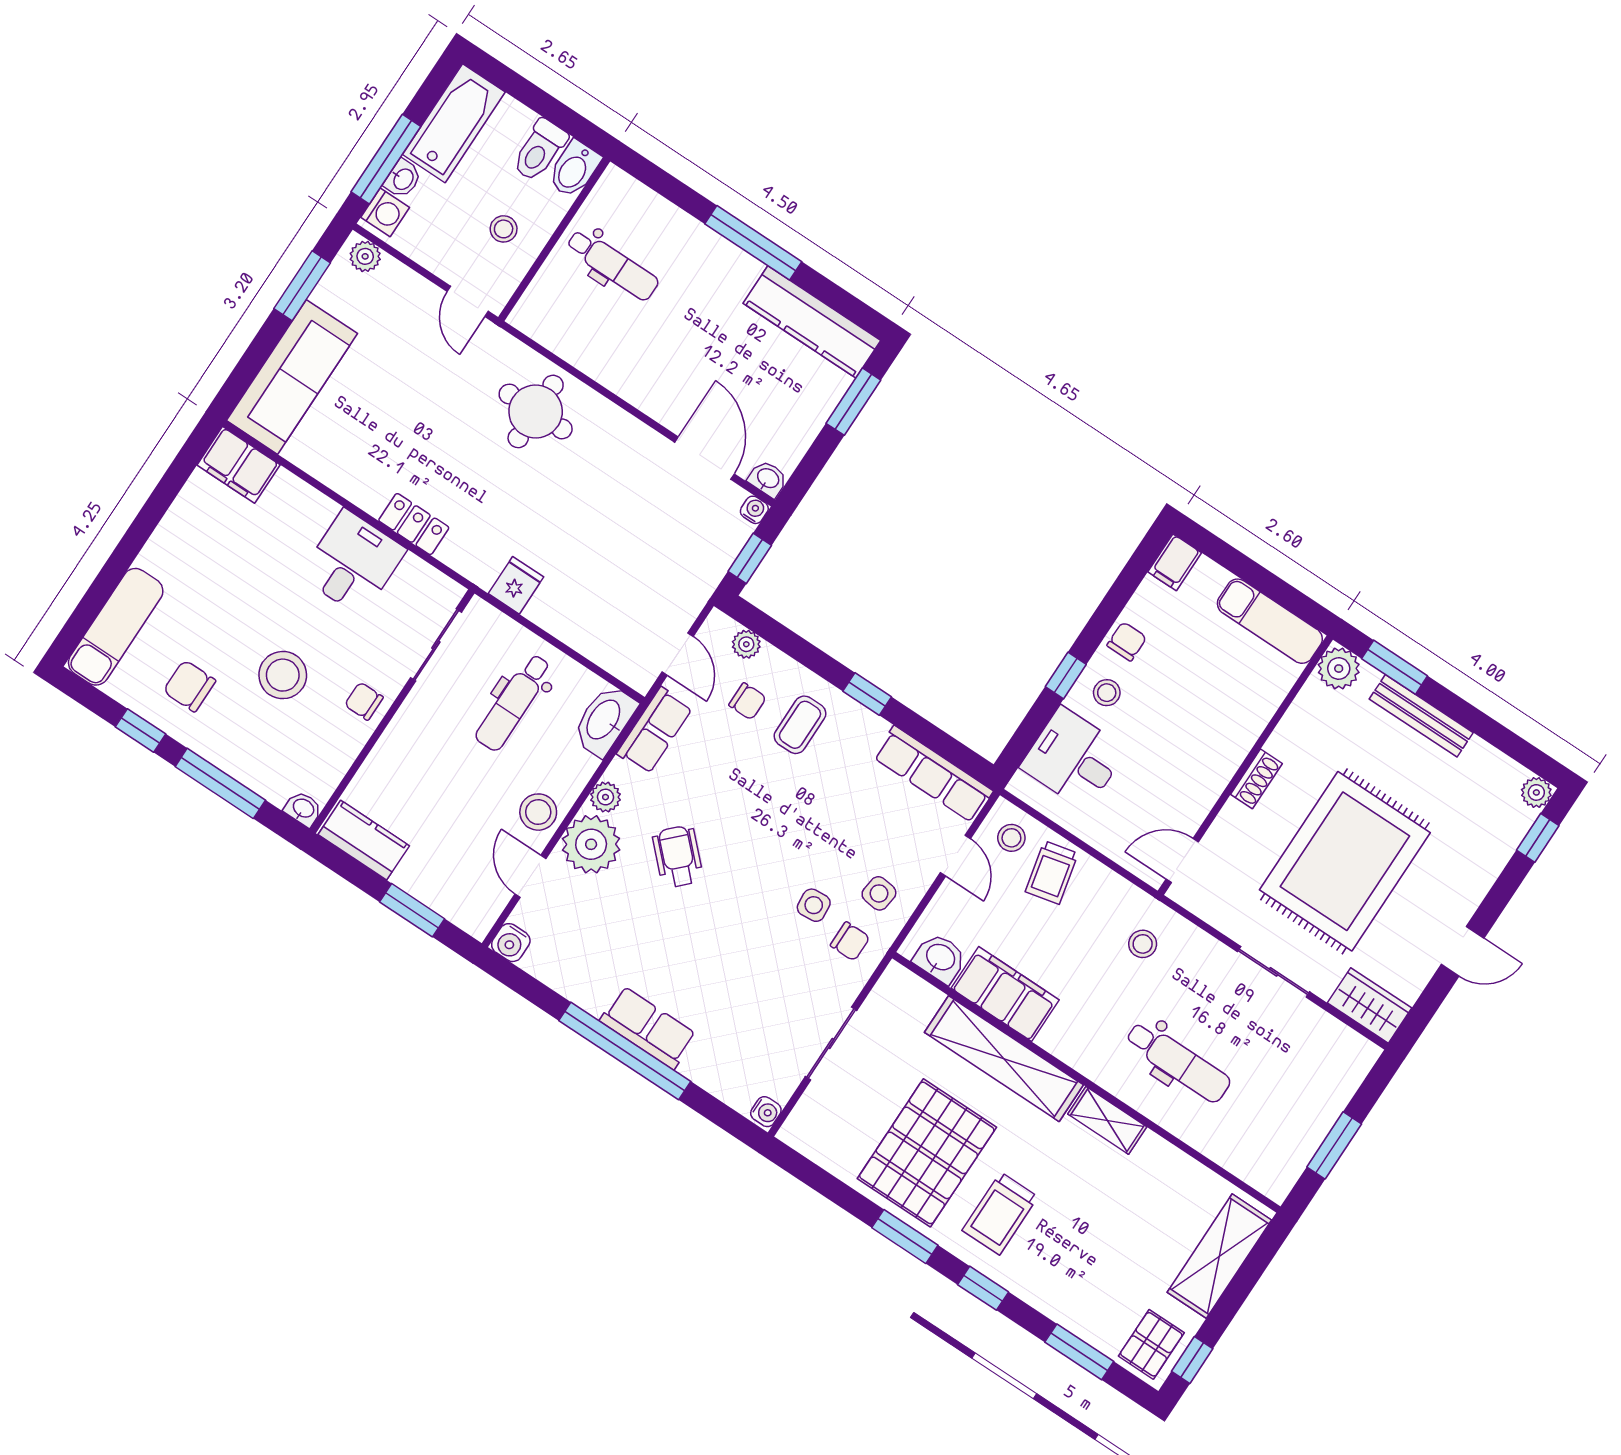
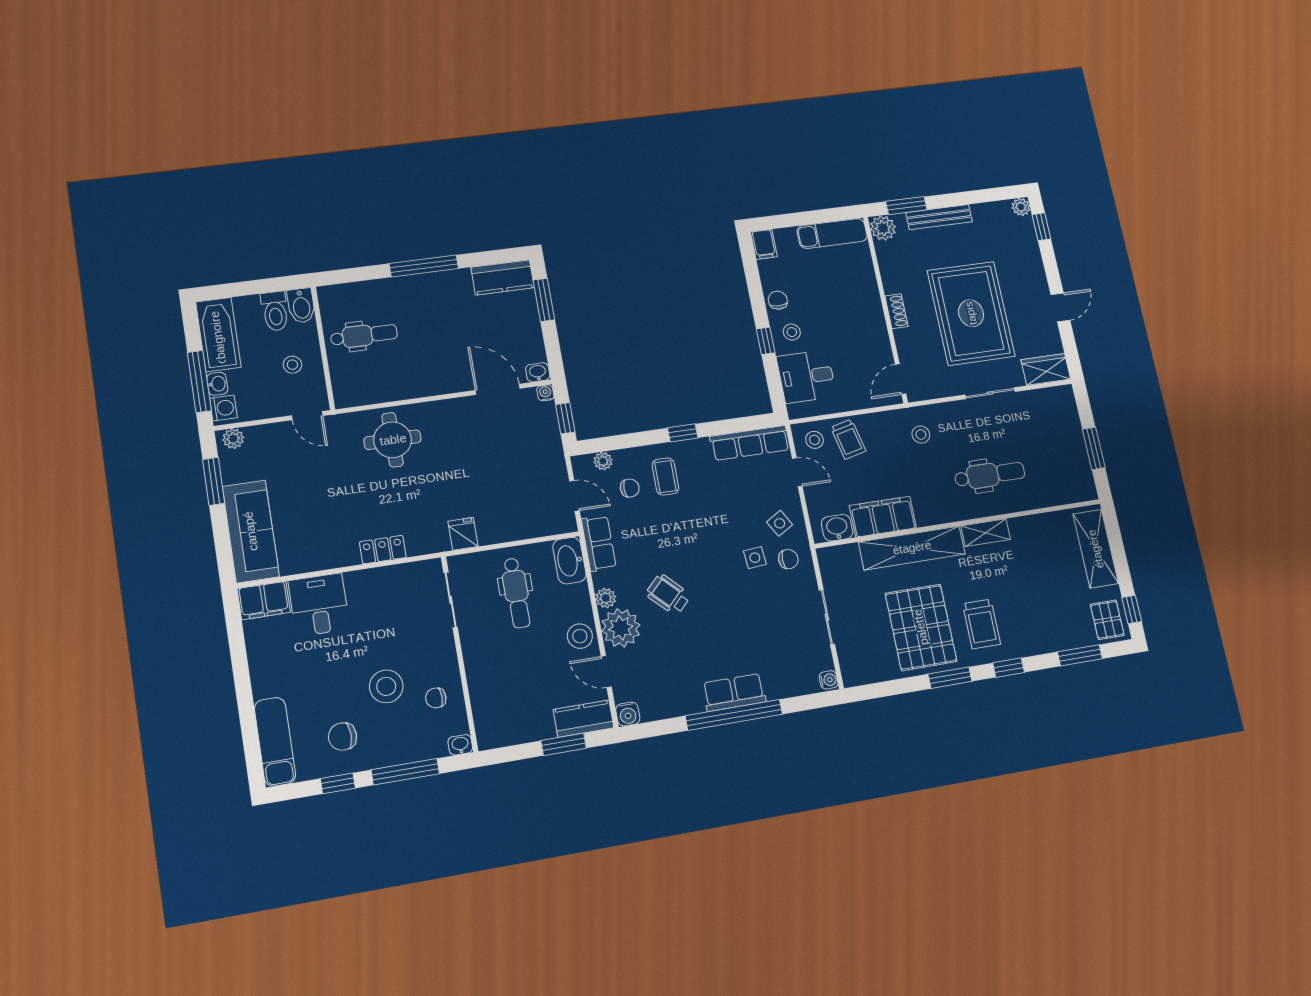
kitchen counter: (812, 322) -> (503, 277), width x0.67
desk: (353, 563) -> (319, 605), moved
chair: (364, 701) -> (436, 698), moved
kitchen counter: (364, 840) -> (584, 719), moved
side table: (879, 893) -> (780, 523), turned -37

